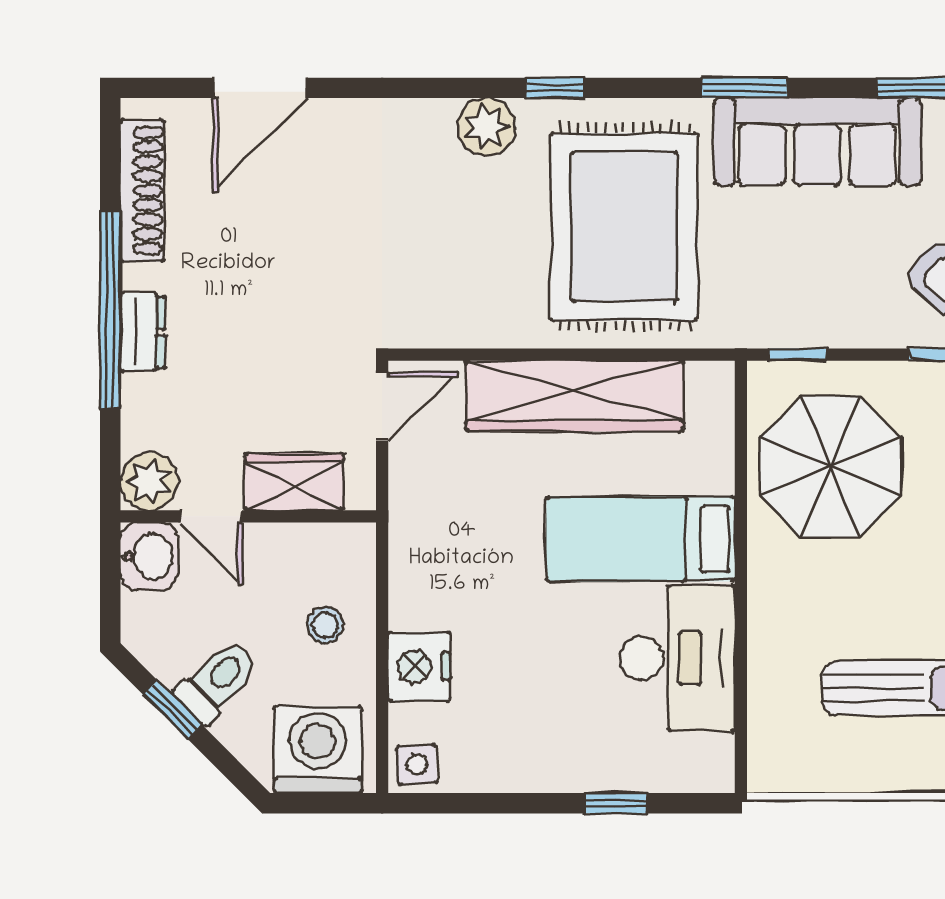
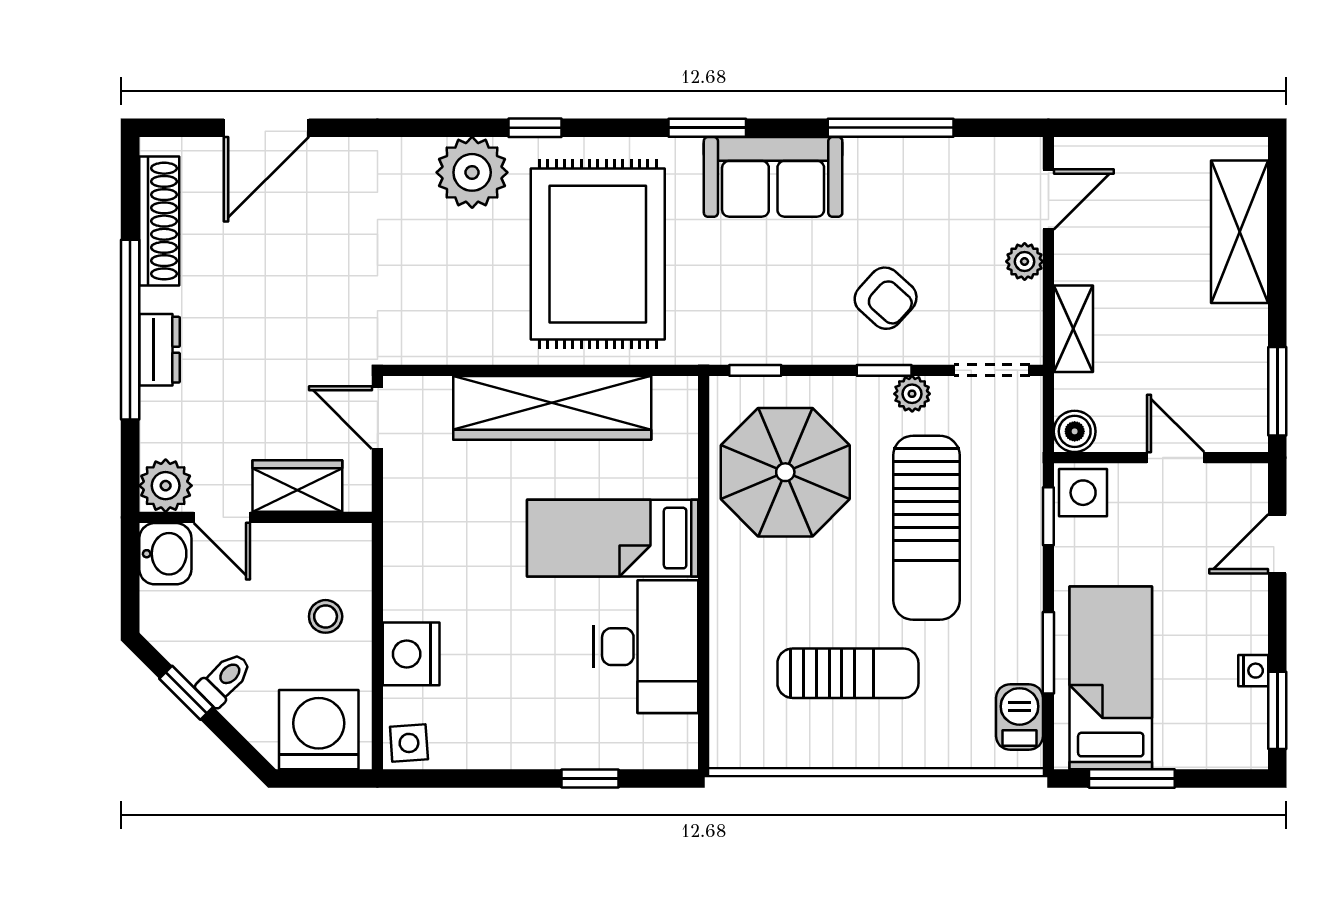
plant: (486, 127) -> (472, 172), width x1.36, depth x1.36
sofa: (817, 142) -> (773, 177), width x0.73
door: (382, 407) -> (377, 418), swing flipped
toilet: (217, 681) -> (224, 679), width x0.73, depth x0.72

